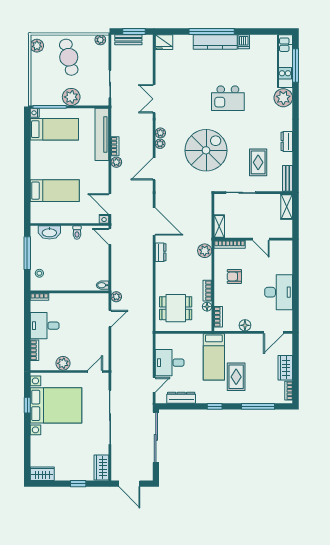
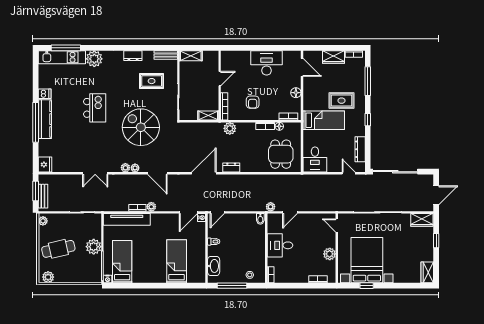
door: (110, 319) -> (290, 212), swing flipped
desk: (45, 326) -> (280, 245), moved, turned 90
desk: (170, 363) -> (315, 160), moved

